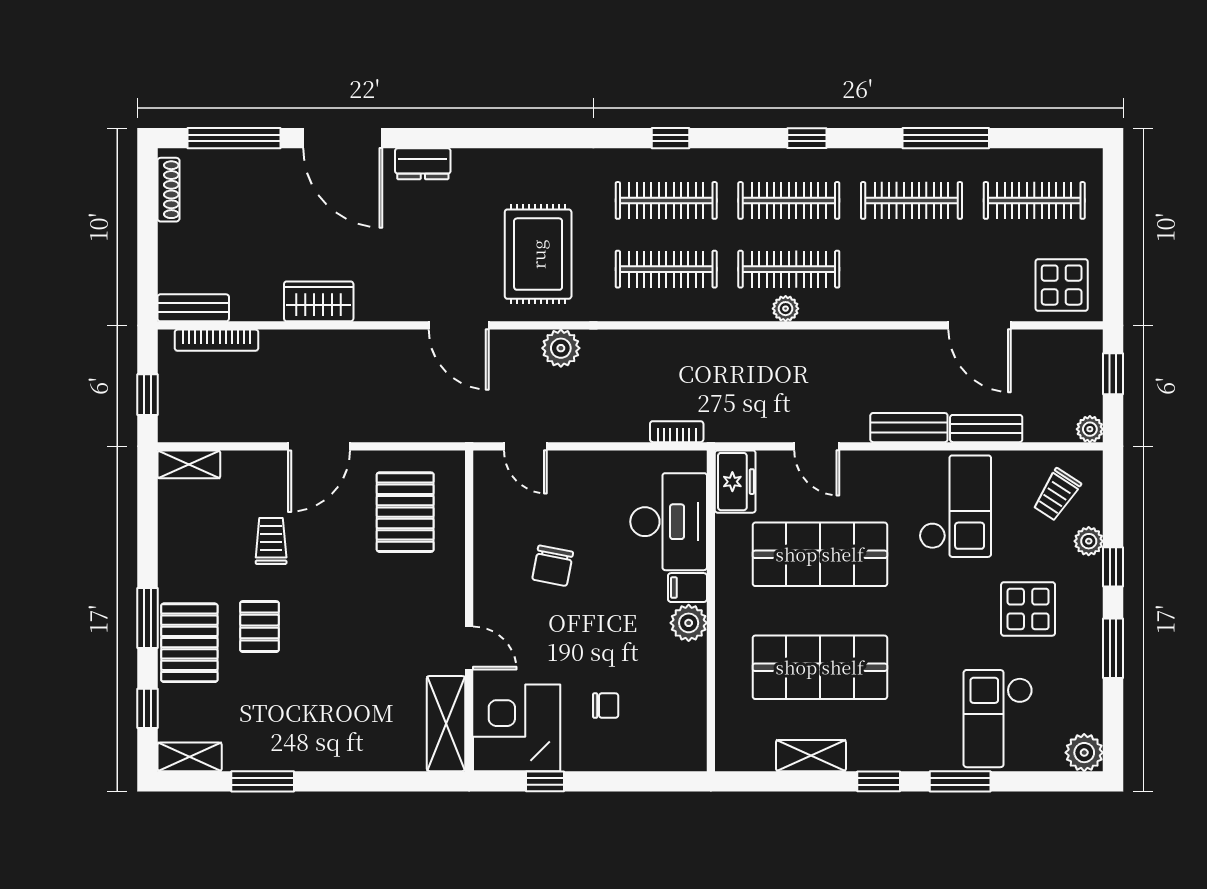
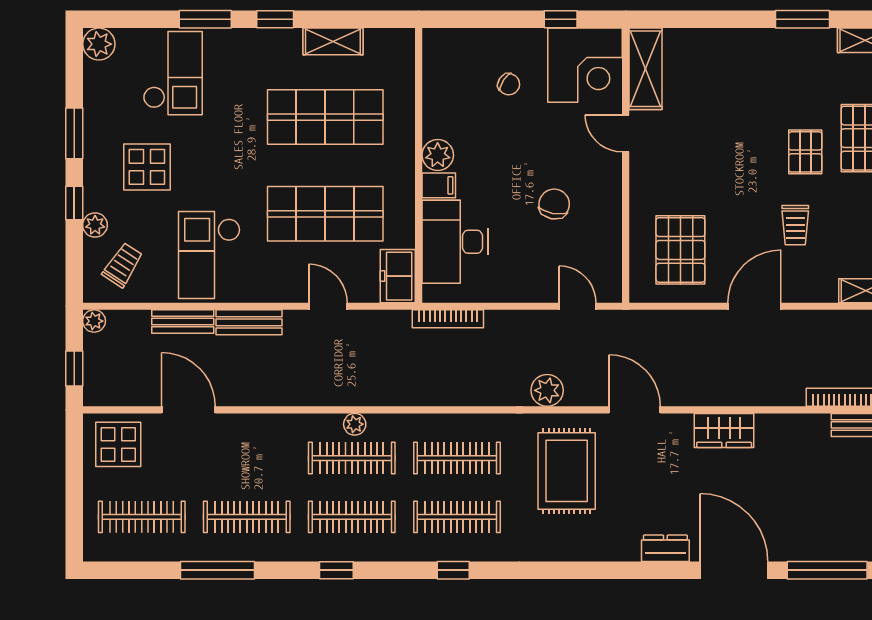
wardrobe: (319, 301) -> (724, 430), moved
bookcase: (677, 432) -> (448, 319), width x1.56
chair: (606, 706) -> (509, 84), turned -147

